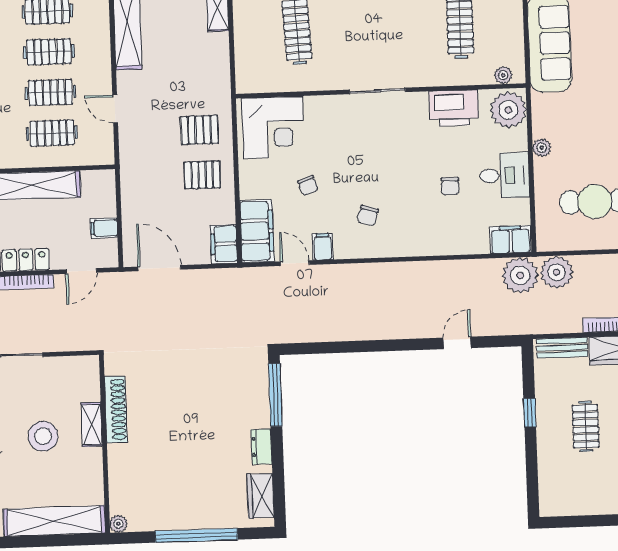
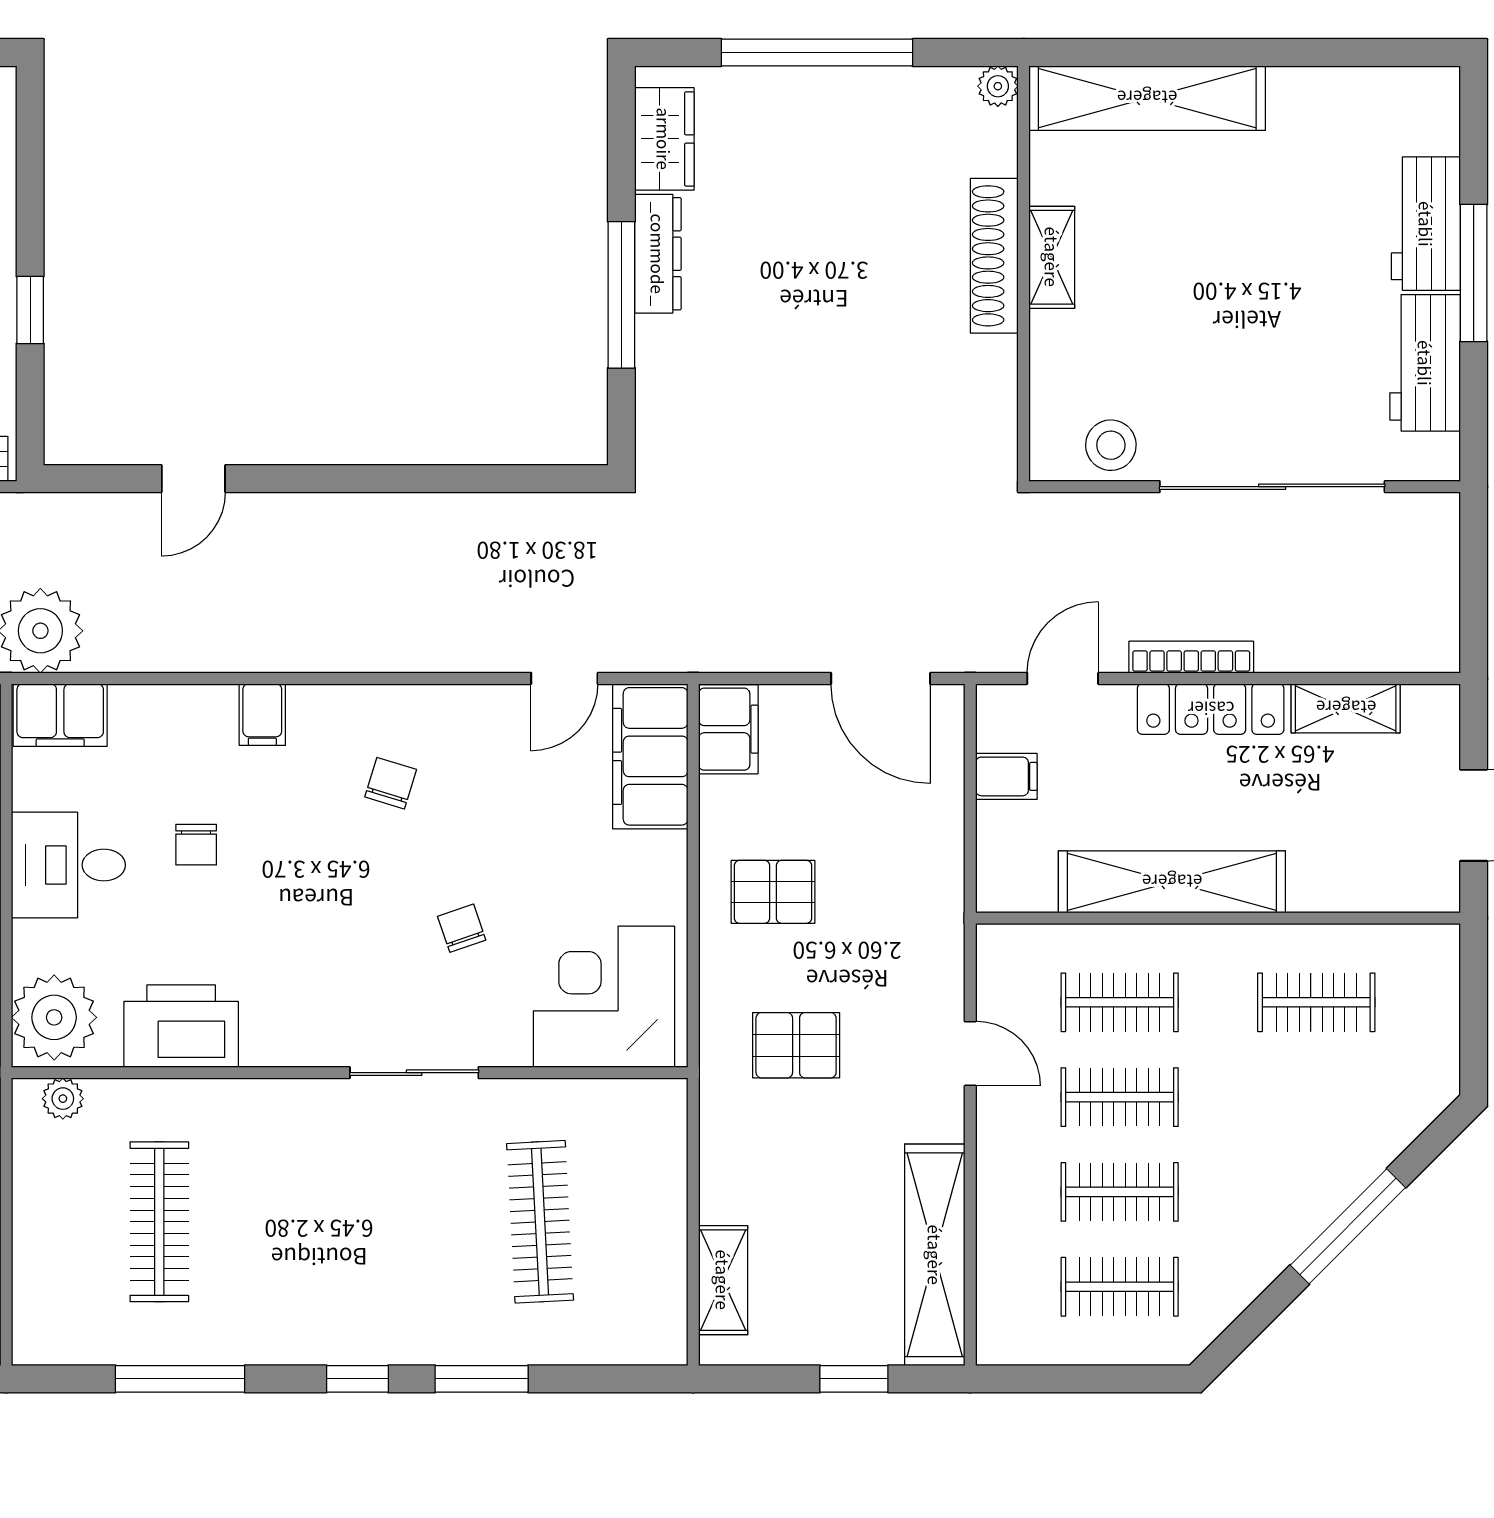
sliding door: (378, 91) -> (414, 1073), moved
pallet: (199, 130) -> (796, 1045), moved
chair: (308, 185) -> (462, 928), moved
chair: (450, 186) -> (196, 845), turned 180
filing cabinet: (323, 247) -> (262, 715), moved
door: (295, 263) -> (564, 678), hinge flipped
window: (275, 395) -> (621, 295), moved
shoe rack: (116, 410) -> (994, 256), moved
shelving: (92, 425) -> (1052, 257), moved
stool: (43, 436) -> (1111, 445), moved, width x0.73, depth x0.73
dresser: (262, 447) -> (658, 254), width x1.44

